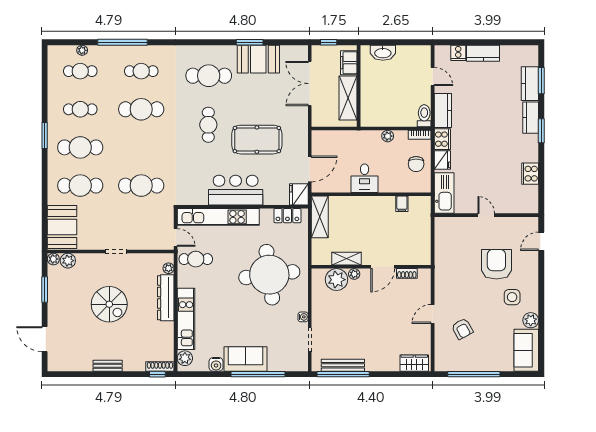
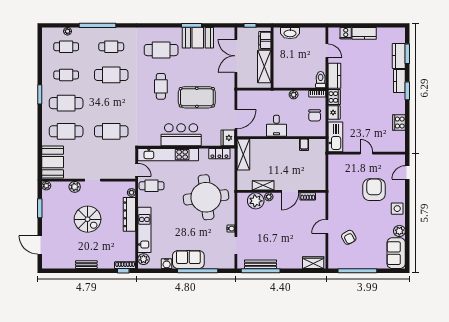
plant: (68, 261) -> (75, 187), moved
side table: (512, 297) -> (397, 209), moved

